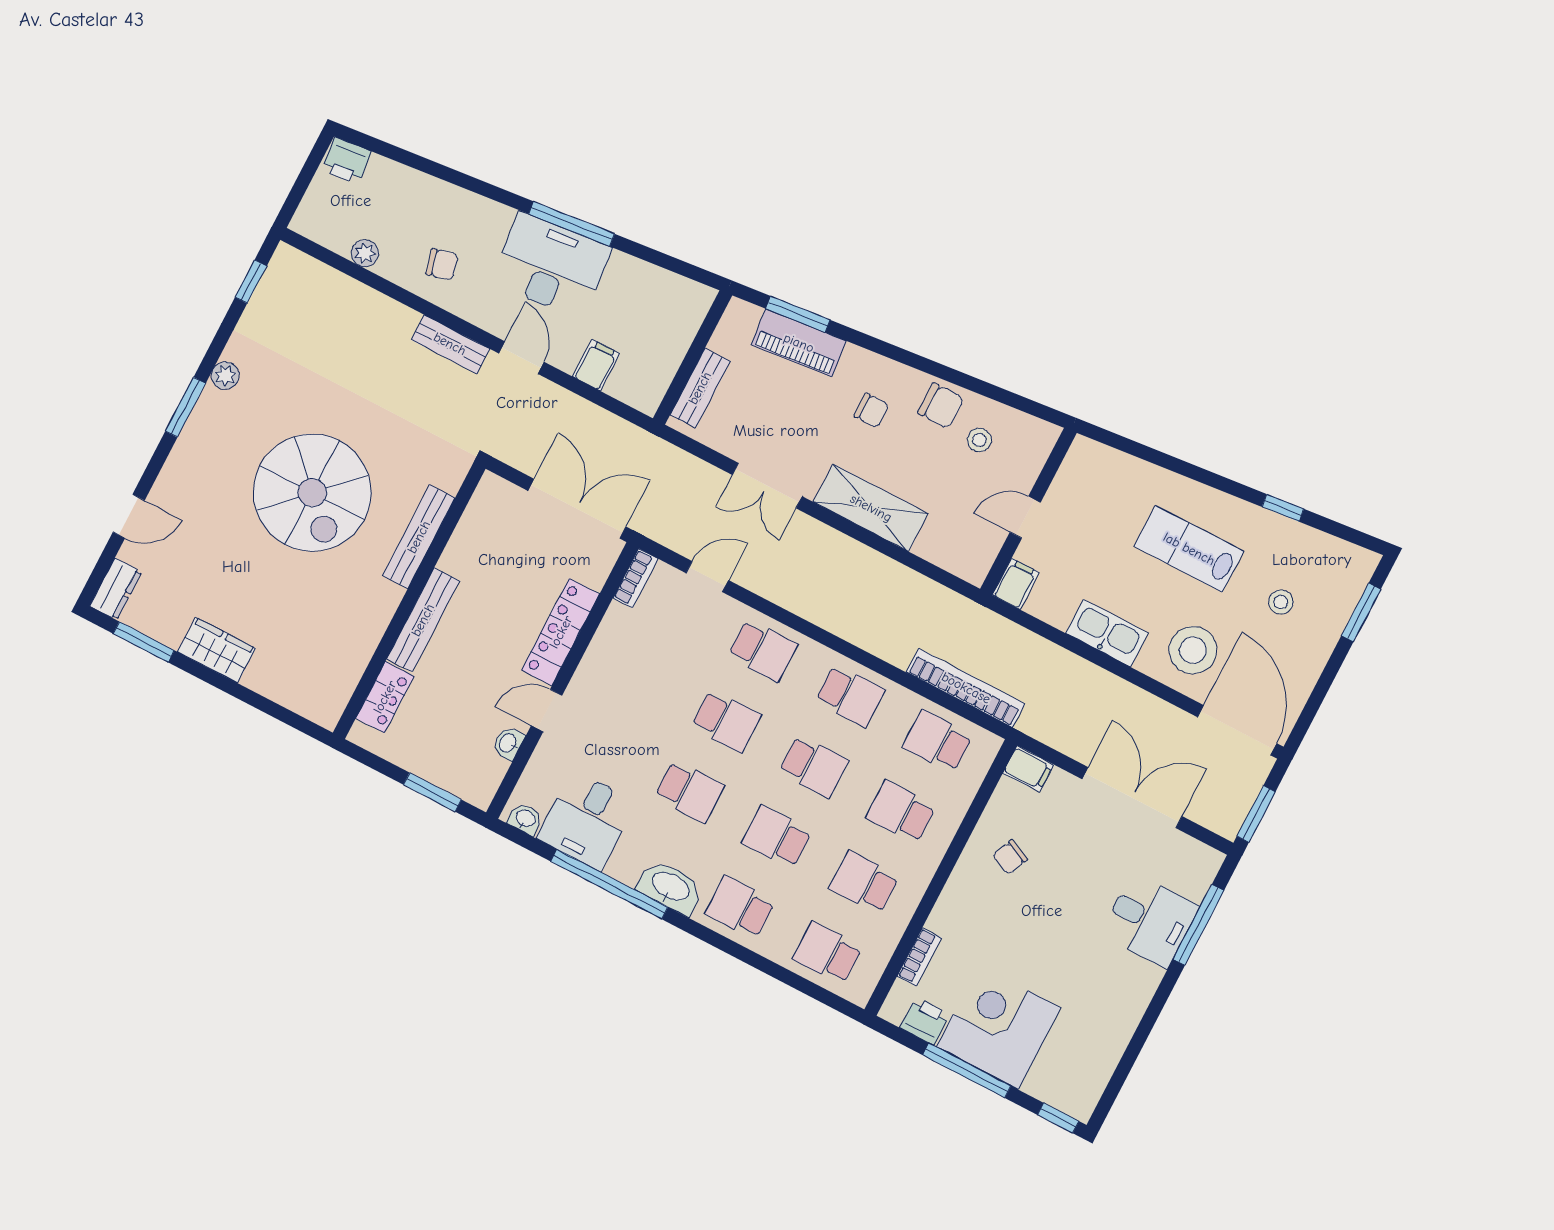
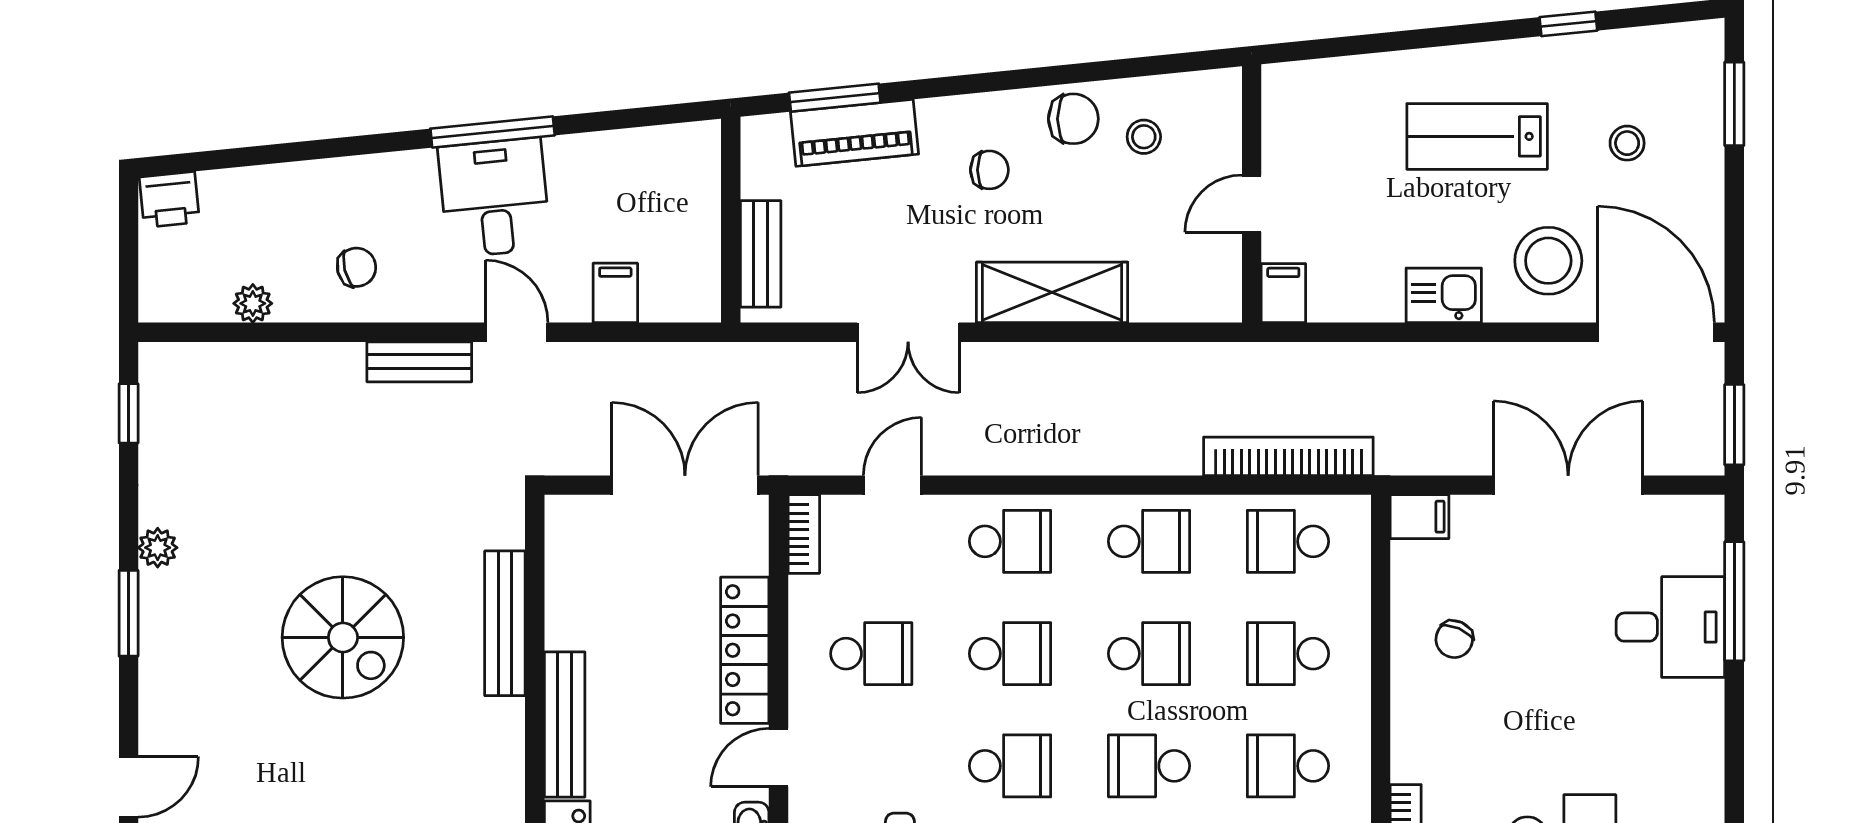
desk: (551, 266) -> (494, 198), width x0.73
spiral stairs: (312, 493) -> (343, 637), width x0.73, depth x0.73
kitchen sink: (1107, 633) -> (1444, 295), width x0.73
school desk: (639, 676) -> (871, 654), added

